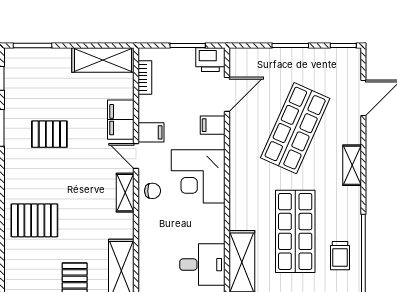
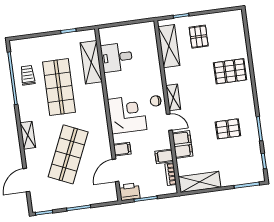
filing cabinet: (151, 132) -> (164, 156), moved

